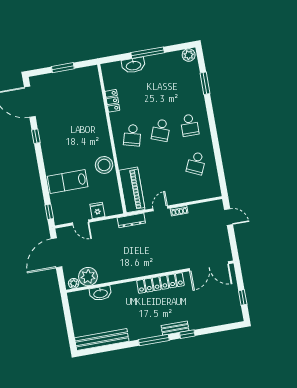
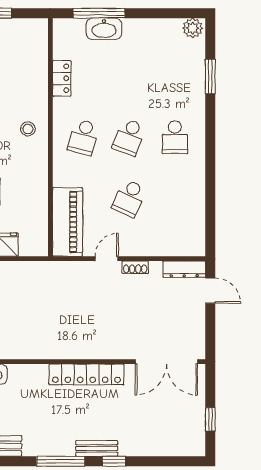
window: (148, 53) -> (99, 13), moved
school desk: (196, 163) -> (129, 198), moved
stool: (104, 165) -> (28, 129), moved, width x0.53, depth x0.53
dresser: (131, 220) -> (184, 269), moved

